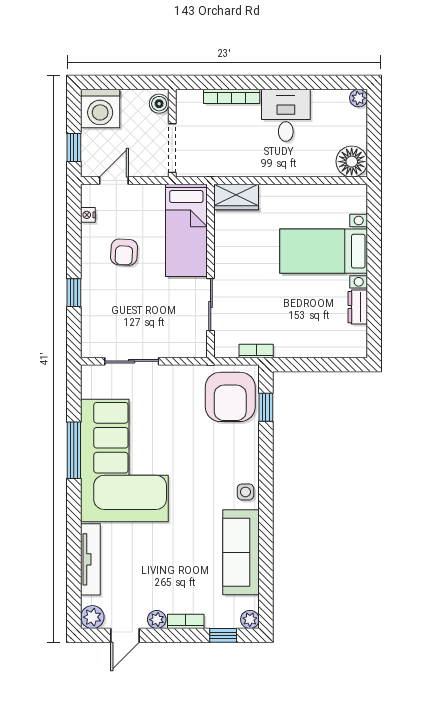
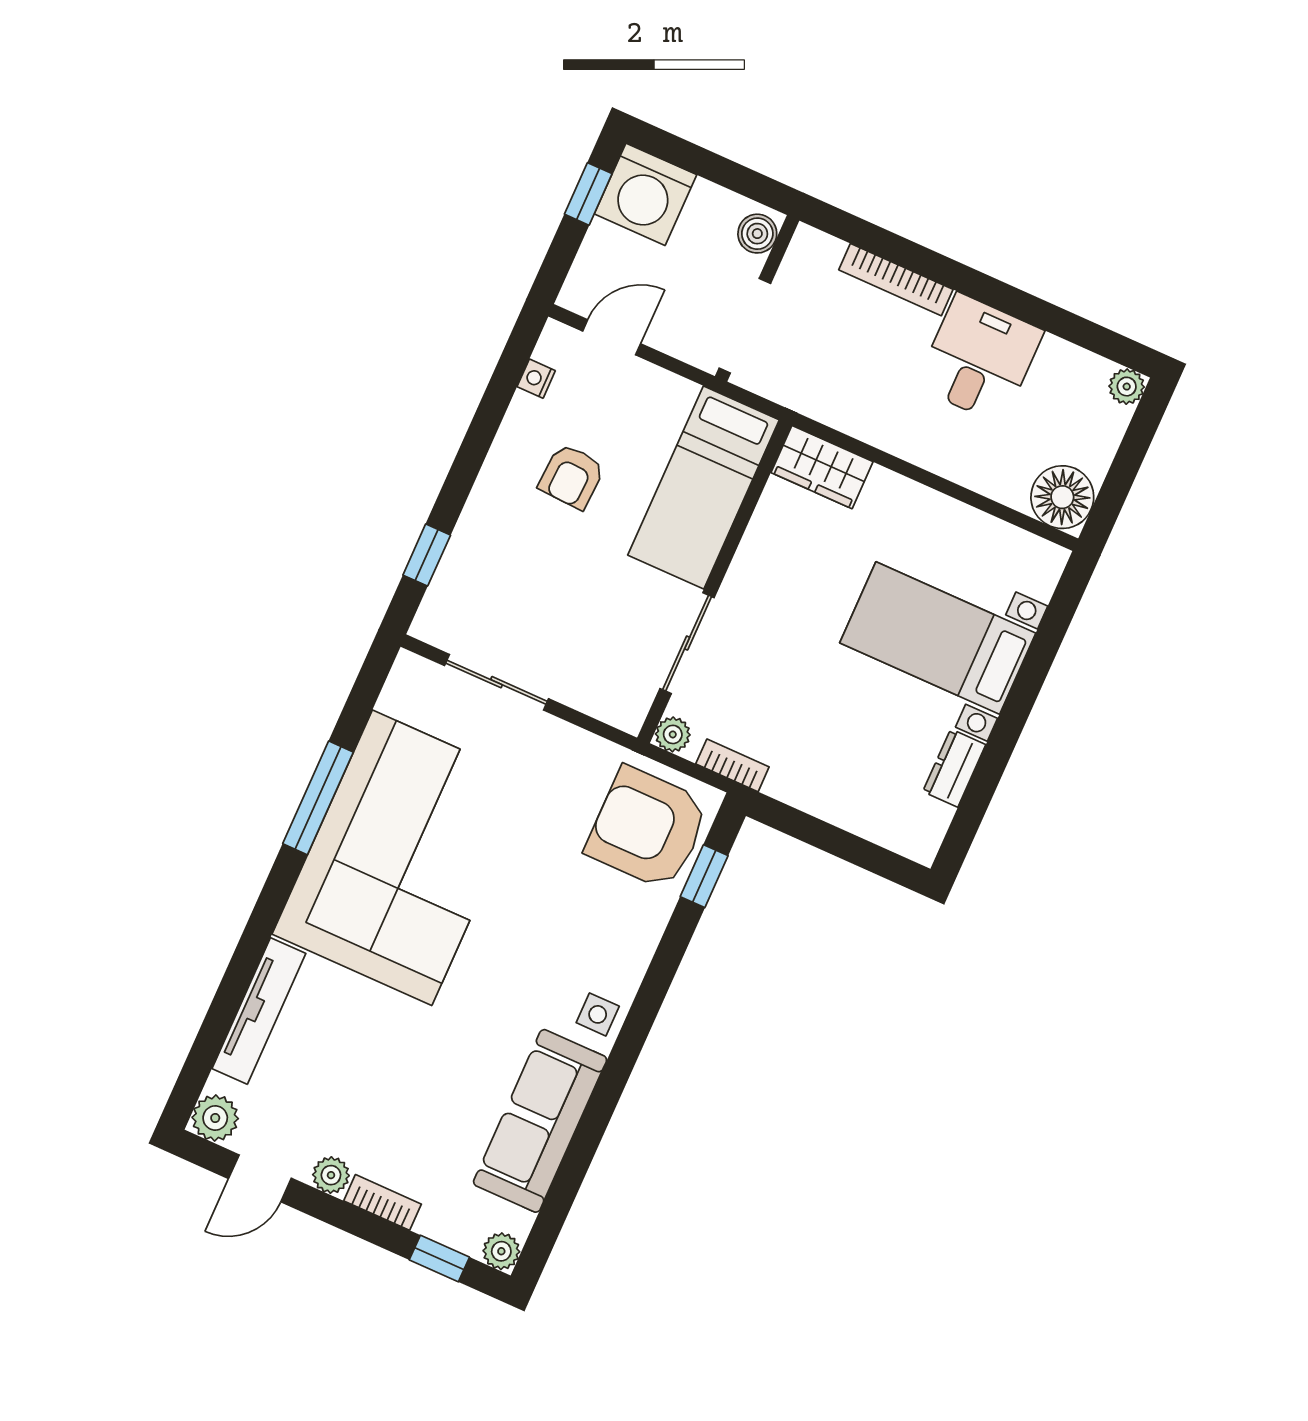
window: (74, 147) -> (588, 194), moved
window: (74, 293) -> (427, 555), moved
plant: (223, 349) -> (673, 734), added
armchair: (230, 397) -> (648, 828), turned 90

